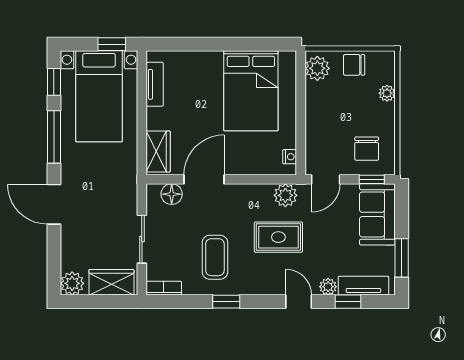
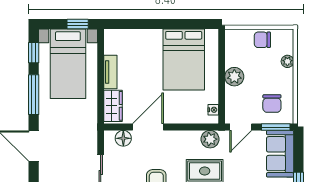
plant: (317, 68) -> (234, 77), moved
tv unit: (155, 84) -> (110, 72), moved
window: (372, 179) -> (276, 127), width x1.50

